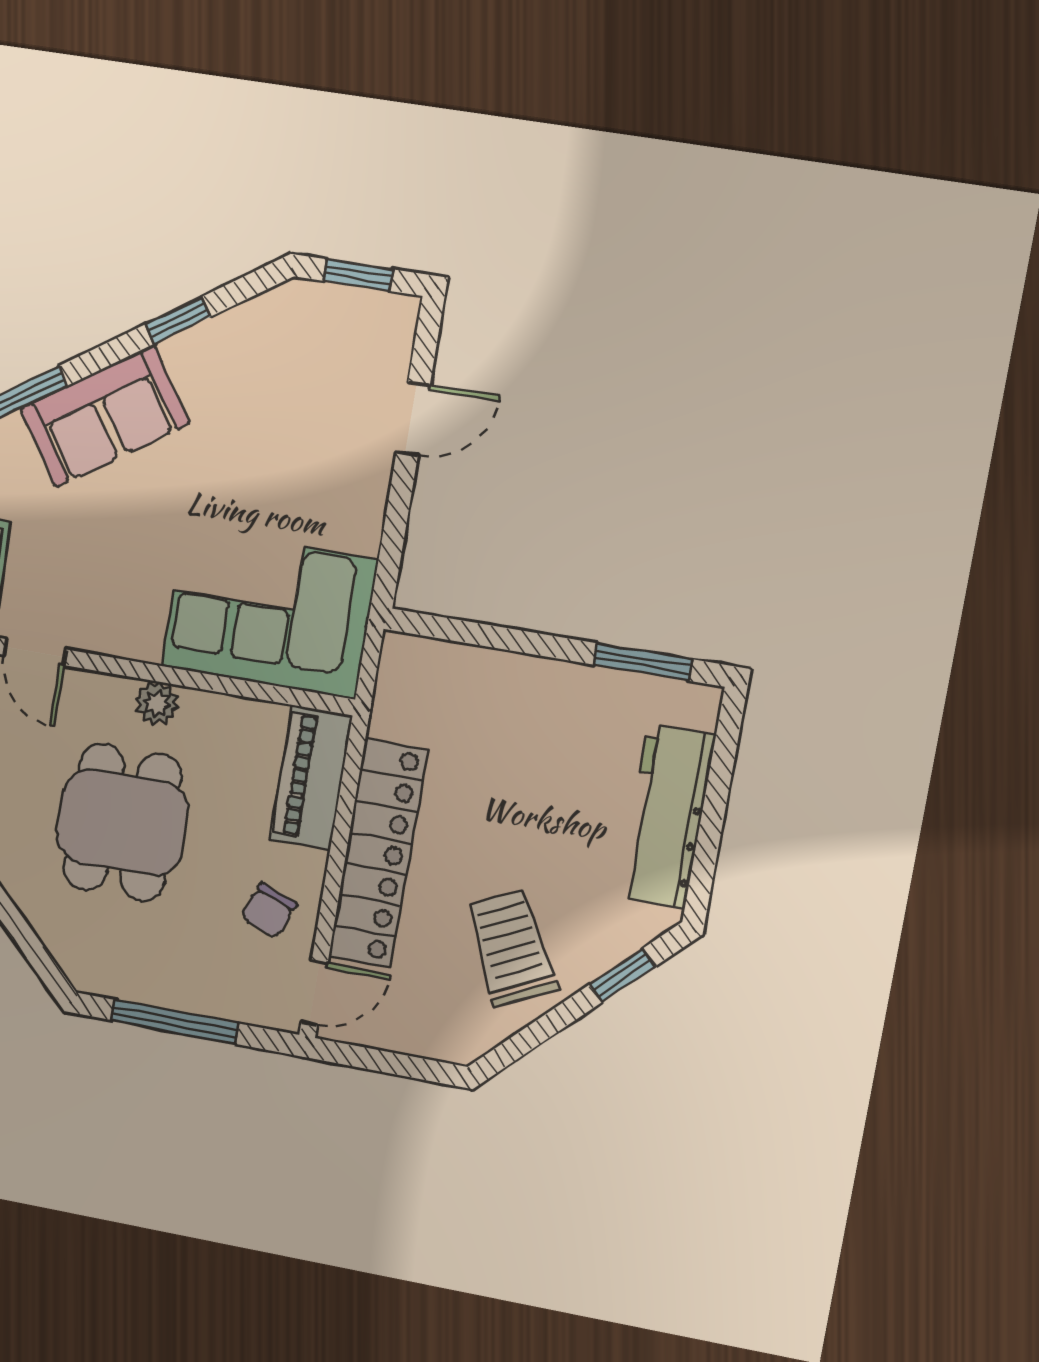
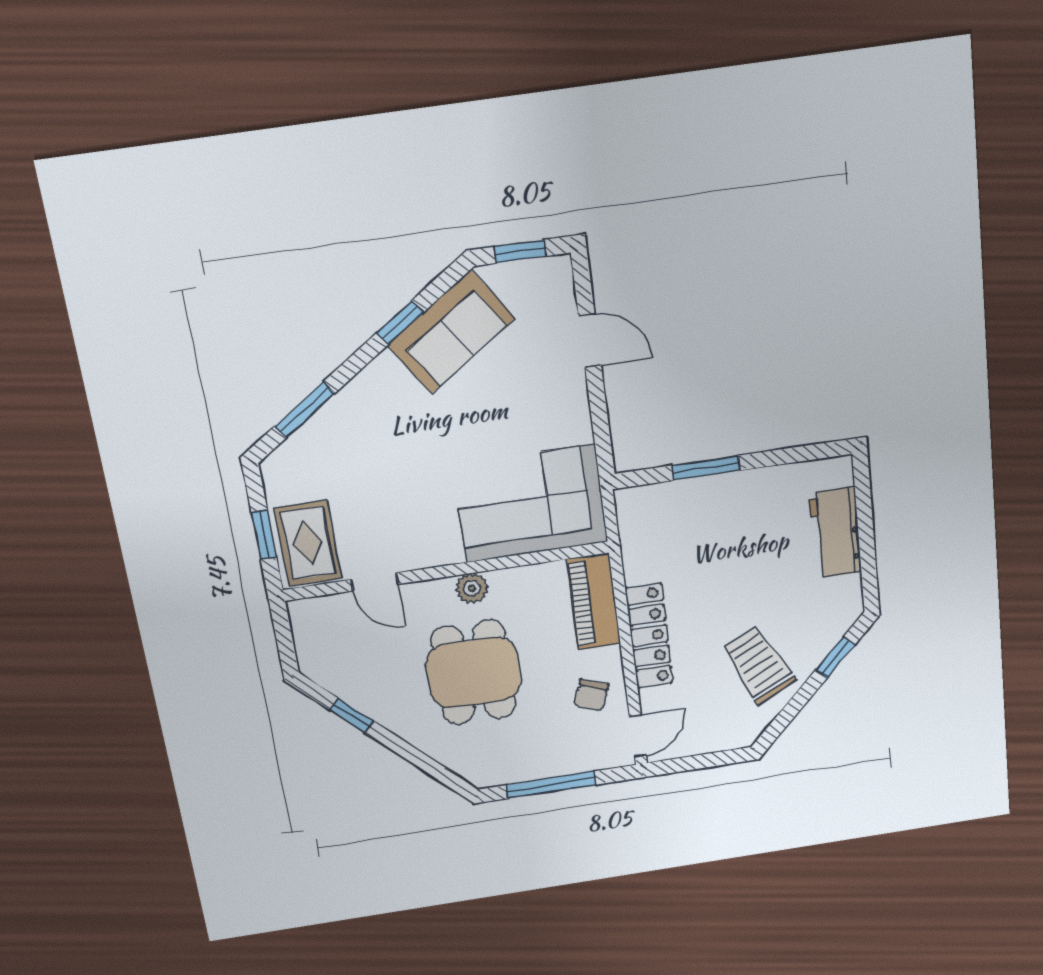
sofa: (105, 416) -> (451, 332), moved
door: (413, 419) -> (590, 341), hinge flipped
window: (643, 662) -> (706, 468), moved
workbench: (667, 816) -> (835, 533), width x0.73
locker: (378, 853) -> (649, 636), width x0.71, depth x0.83

